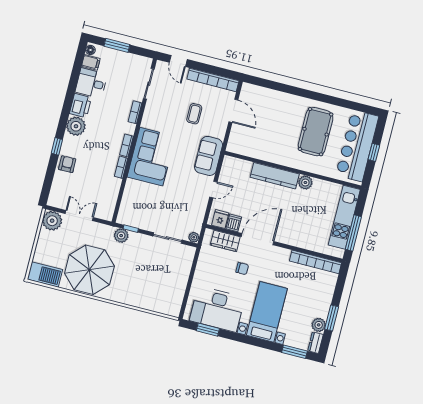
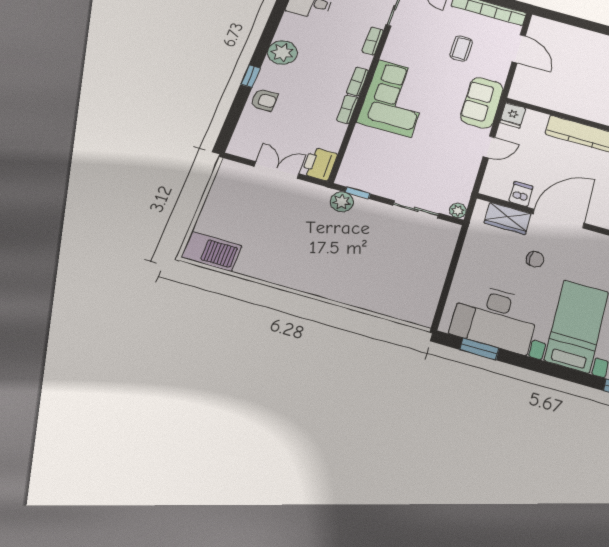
printer: (80, 106) -> (319, 164), moved, turned 180
armchair: (67, 164) -> (264, 100), turned 91
fridge: (220, 219) -> (513, 115), moved, turned 180
plant: (52, 221) -> (232, 175), removed
parasol: (89, 270) -> (286, 248), removed

